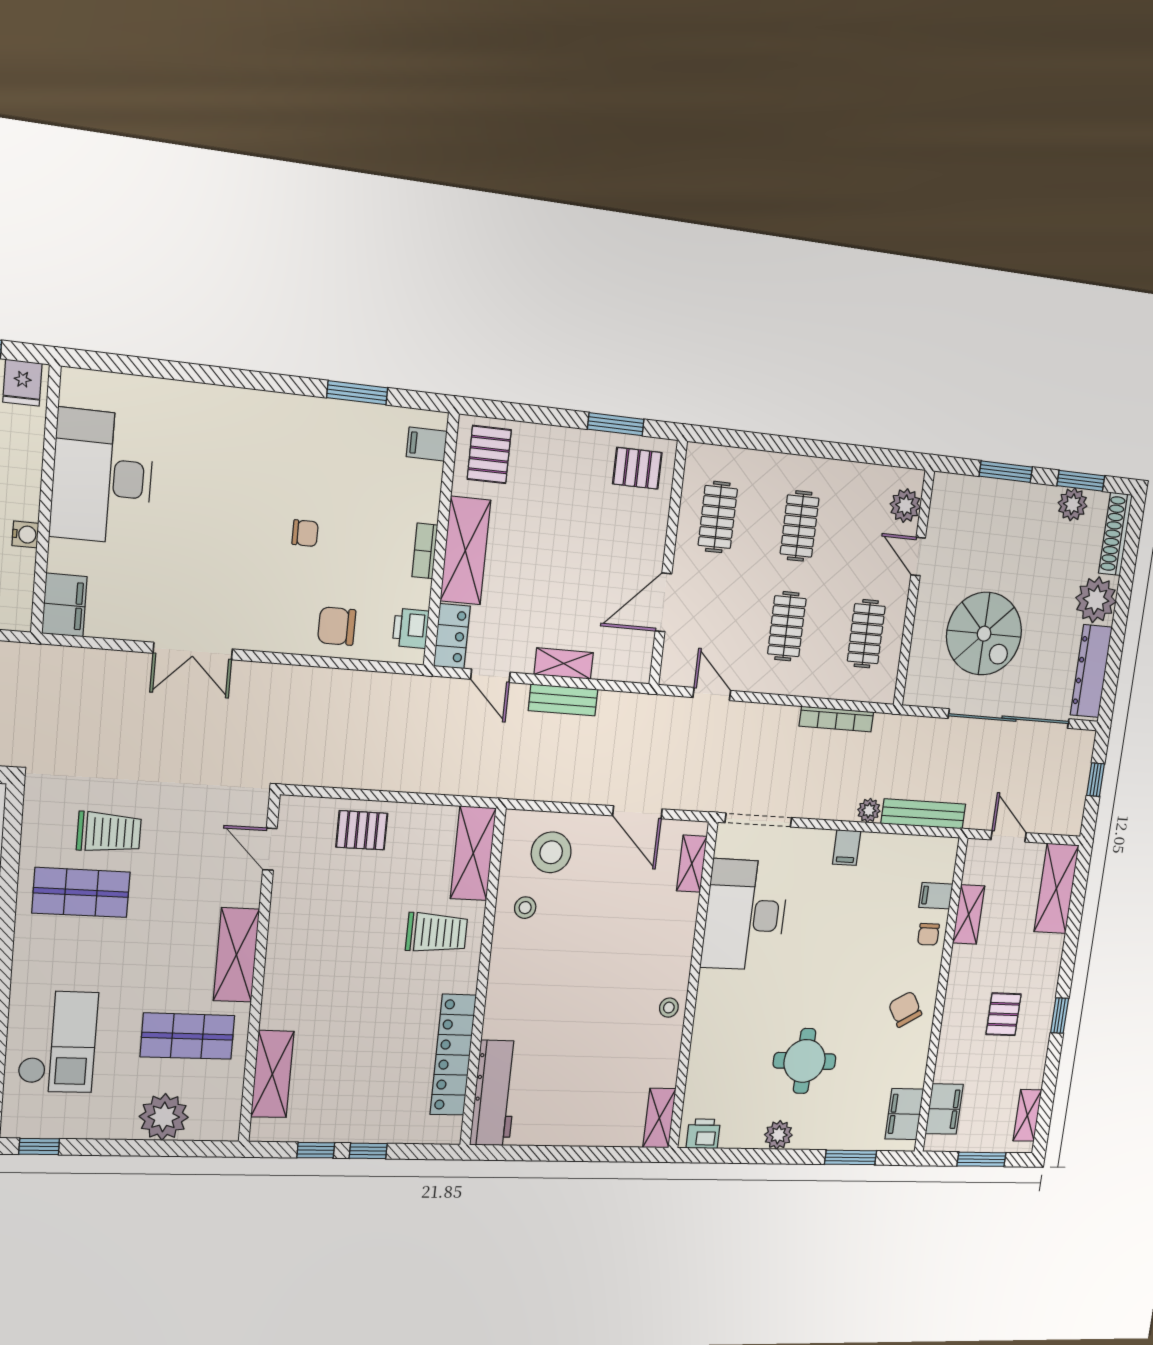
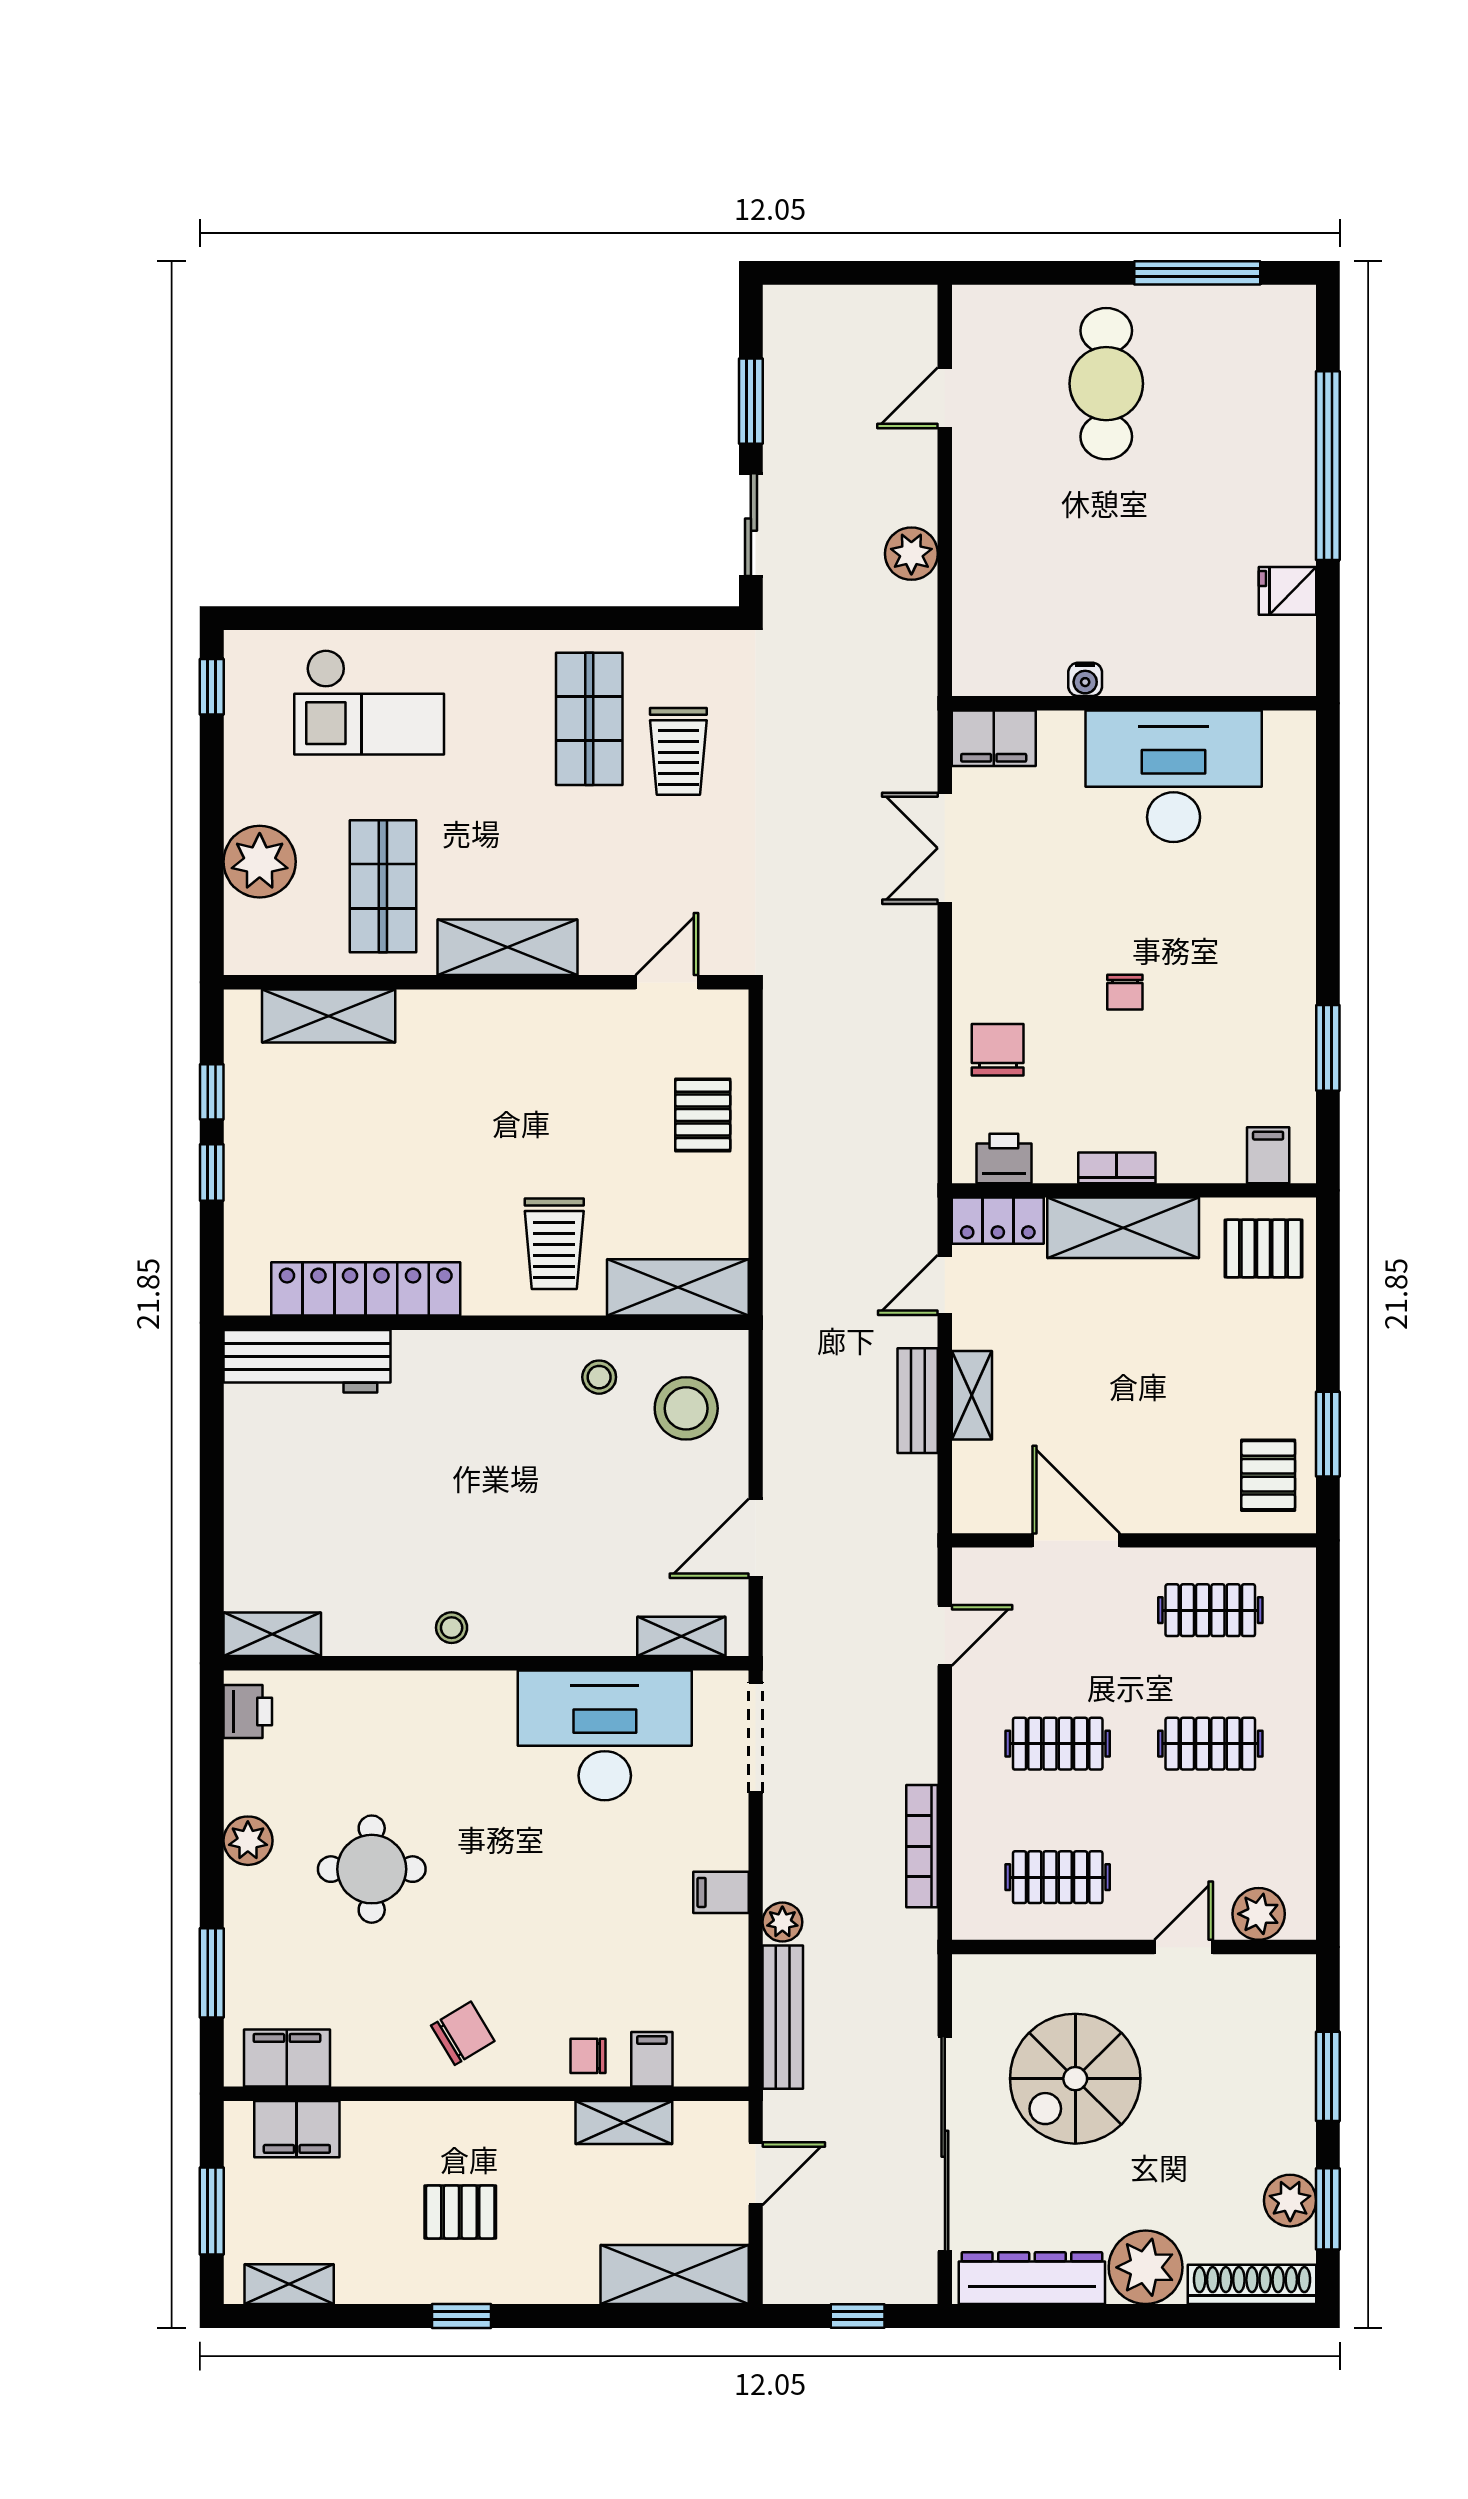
desk: (102, 477) -> (1174, 776), moved
wall: (46, 500) -> (1134, 703), moved
water cooler: (25, 534) -> (1085, 679), moved
filing cabinet: (64, 605) -> (994, 738), moved

